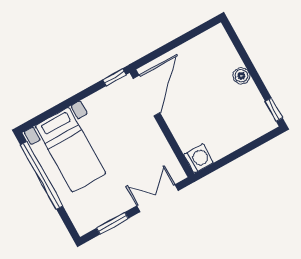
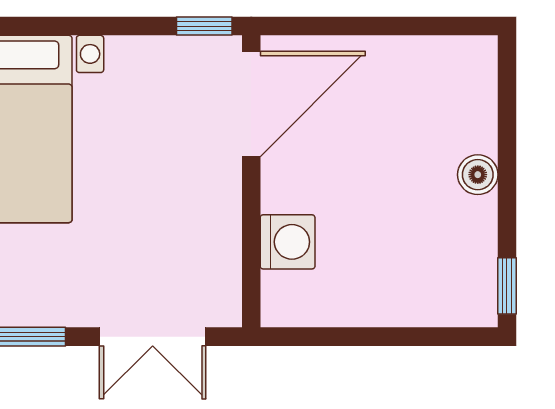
washing machine: (198, 158) -> (288, 242), moved
double door: (158, 198) -> (153, 337), swing flipped

